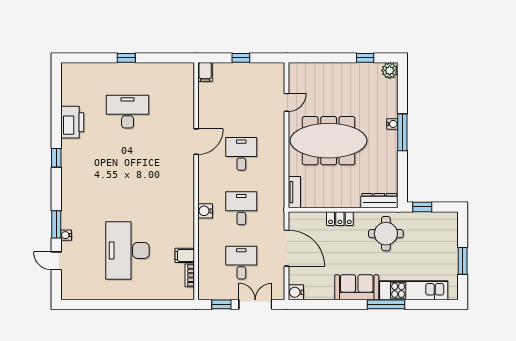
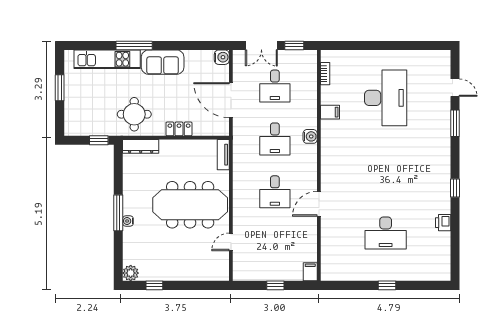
printer: (72, 122) -> (443, 223), width x0.53, depth x0.68
water cooler: (66, 235) -> (445, 113), removed
filing cabinet: (185, 255) -> (330, 112), moved

